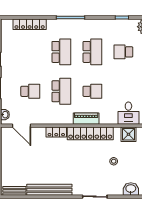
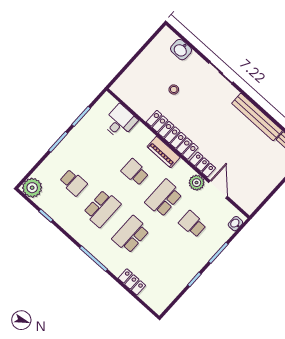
locker: (30, 24) -> (132, 282), width x0.66
school desk: (92, 52) -> (102, 209), turned 180
plant: (50, 118) -> (197, 183), added
door: (22, 126) -> (218, 189), moved
shower: (128, 134) -> (137, 102), removed

